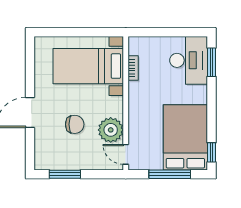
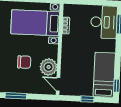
bed: (185, 137) -> (104, 75), width x0.67
window: (170, 174) -> (87, 99), width x0.46

